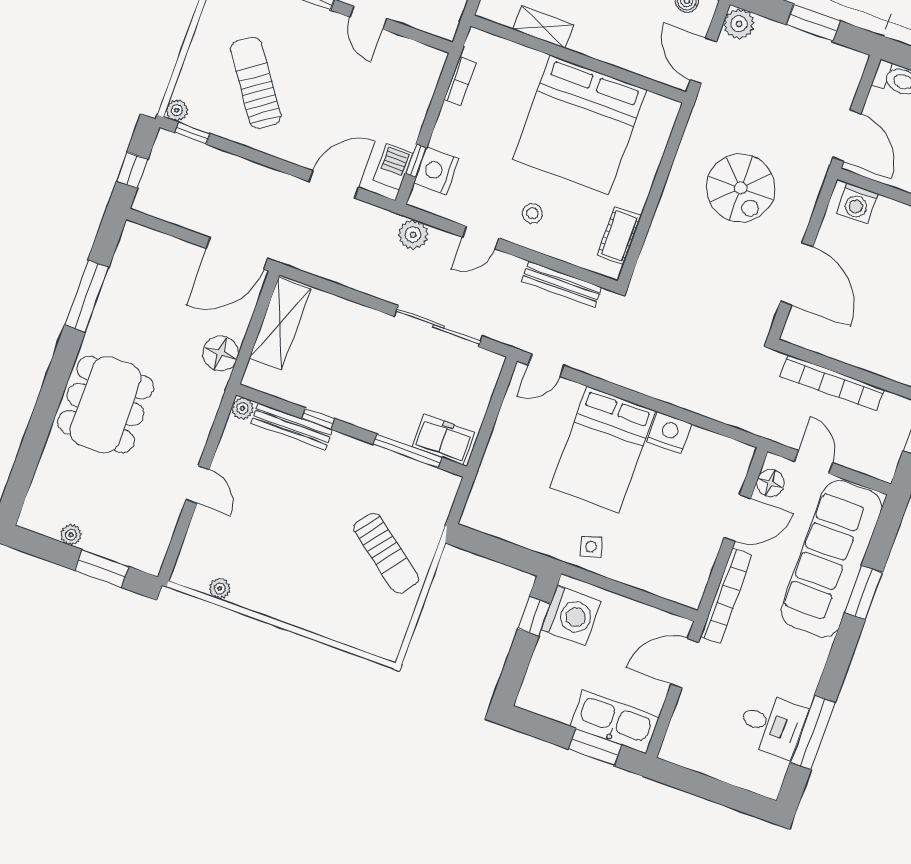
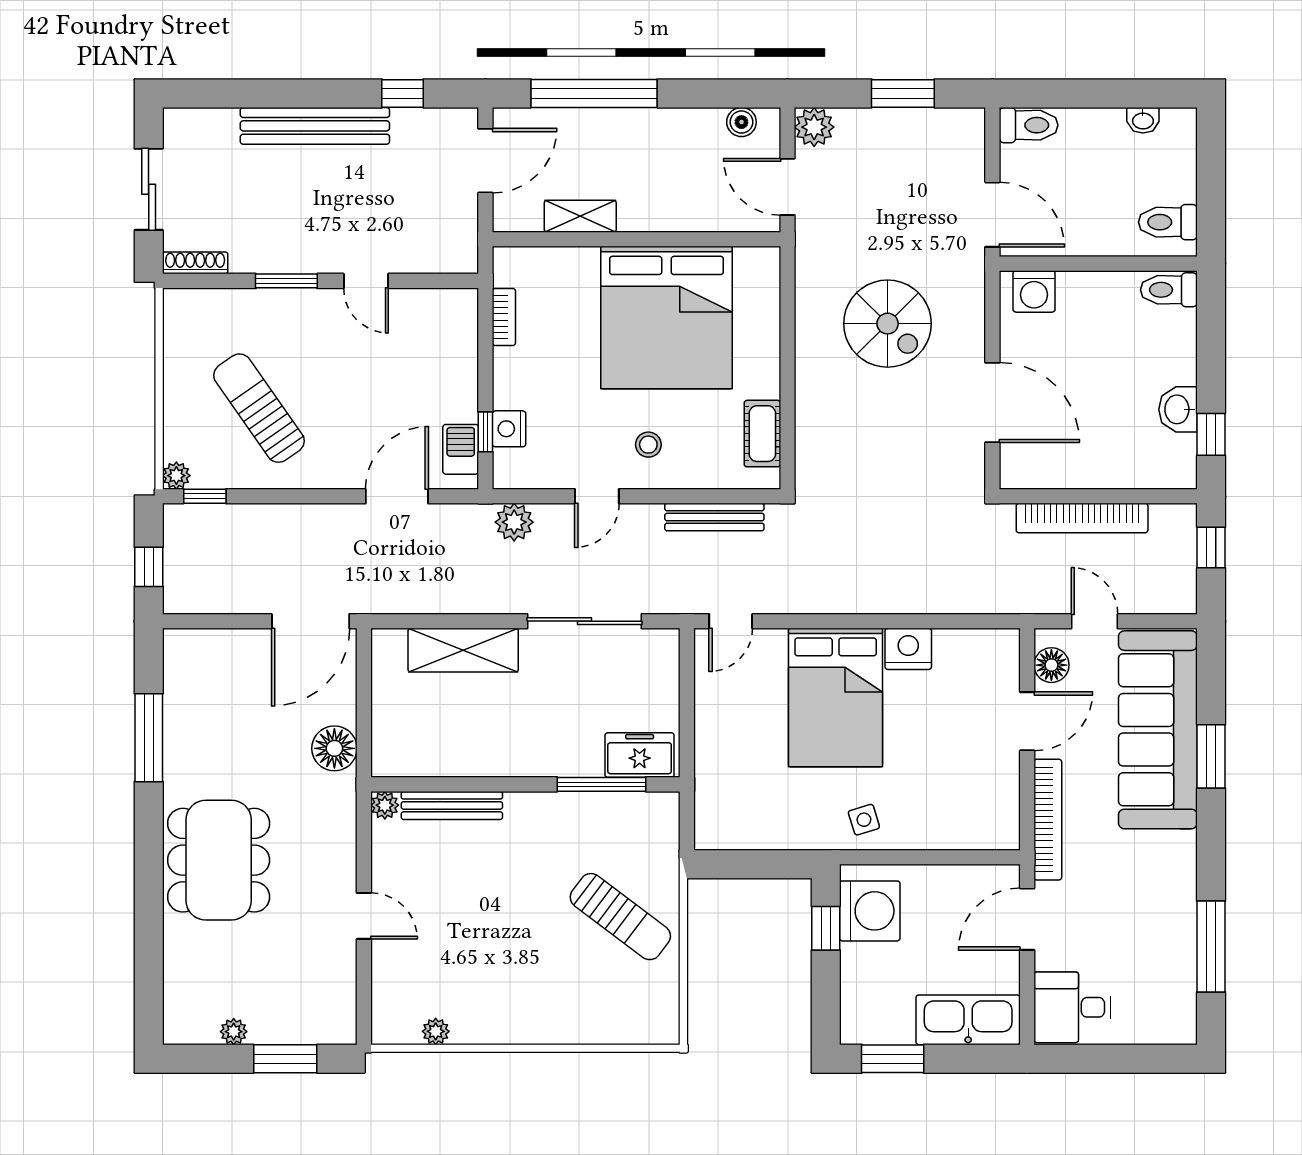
nightstand: (436, 171) -> (509, 429), width x0.74, depth x0.75
shelving: (280, 324) -> (463, 650), moved, turned 90
window: (318, 419) -> (480, 784), removed
desk: (772, 725) -> (1072, 1007), moved, turned 180
window: (595, 747) -> (893, 1059), moved

